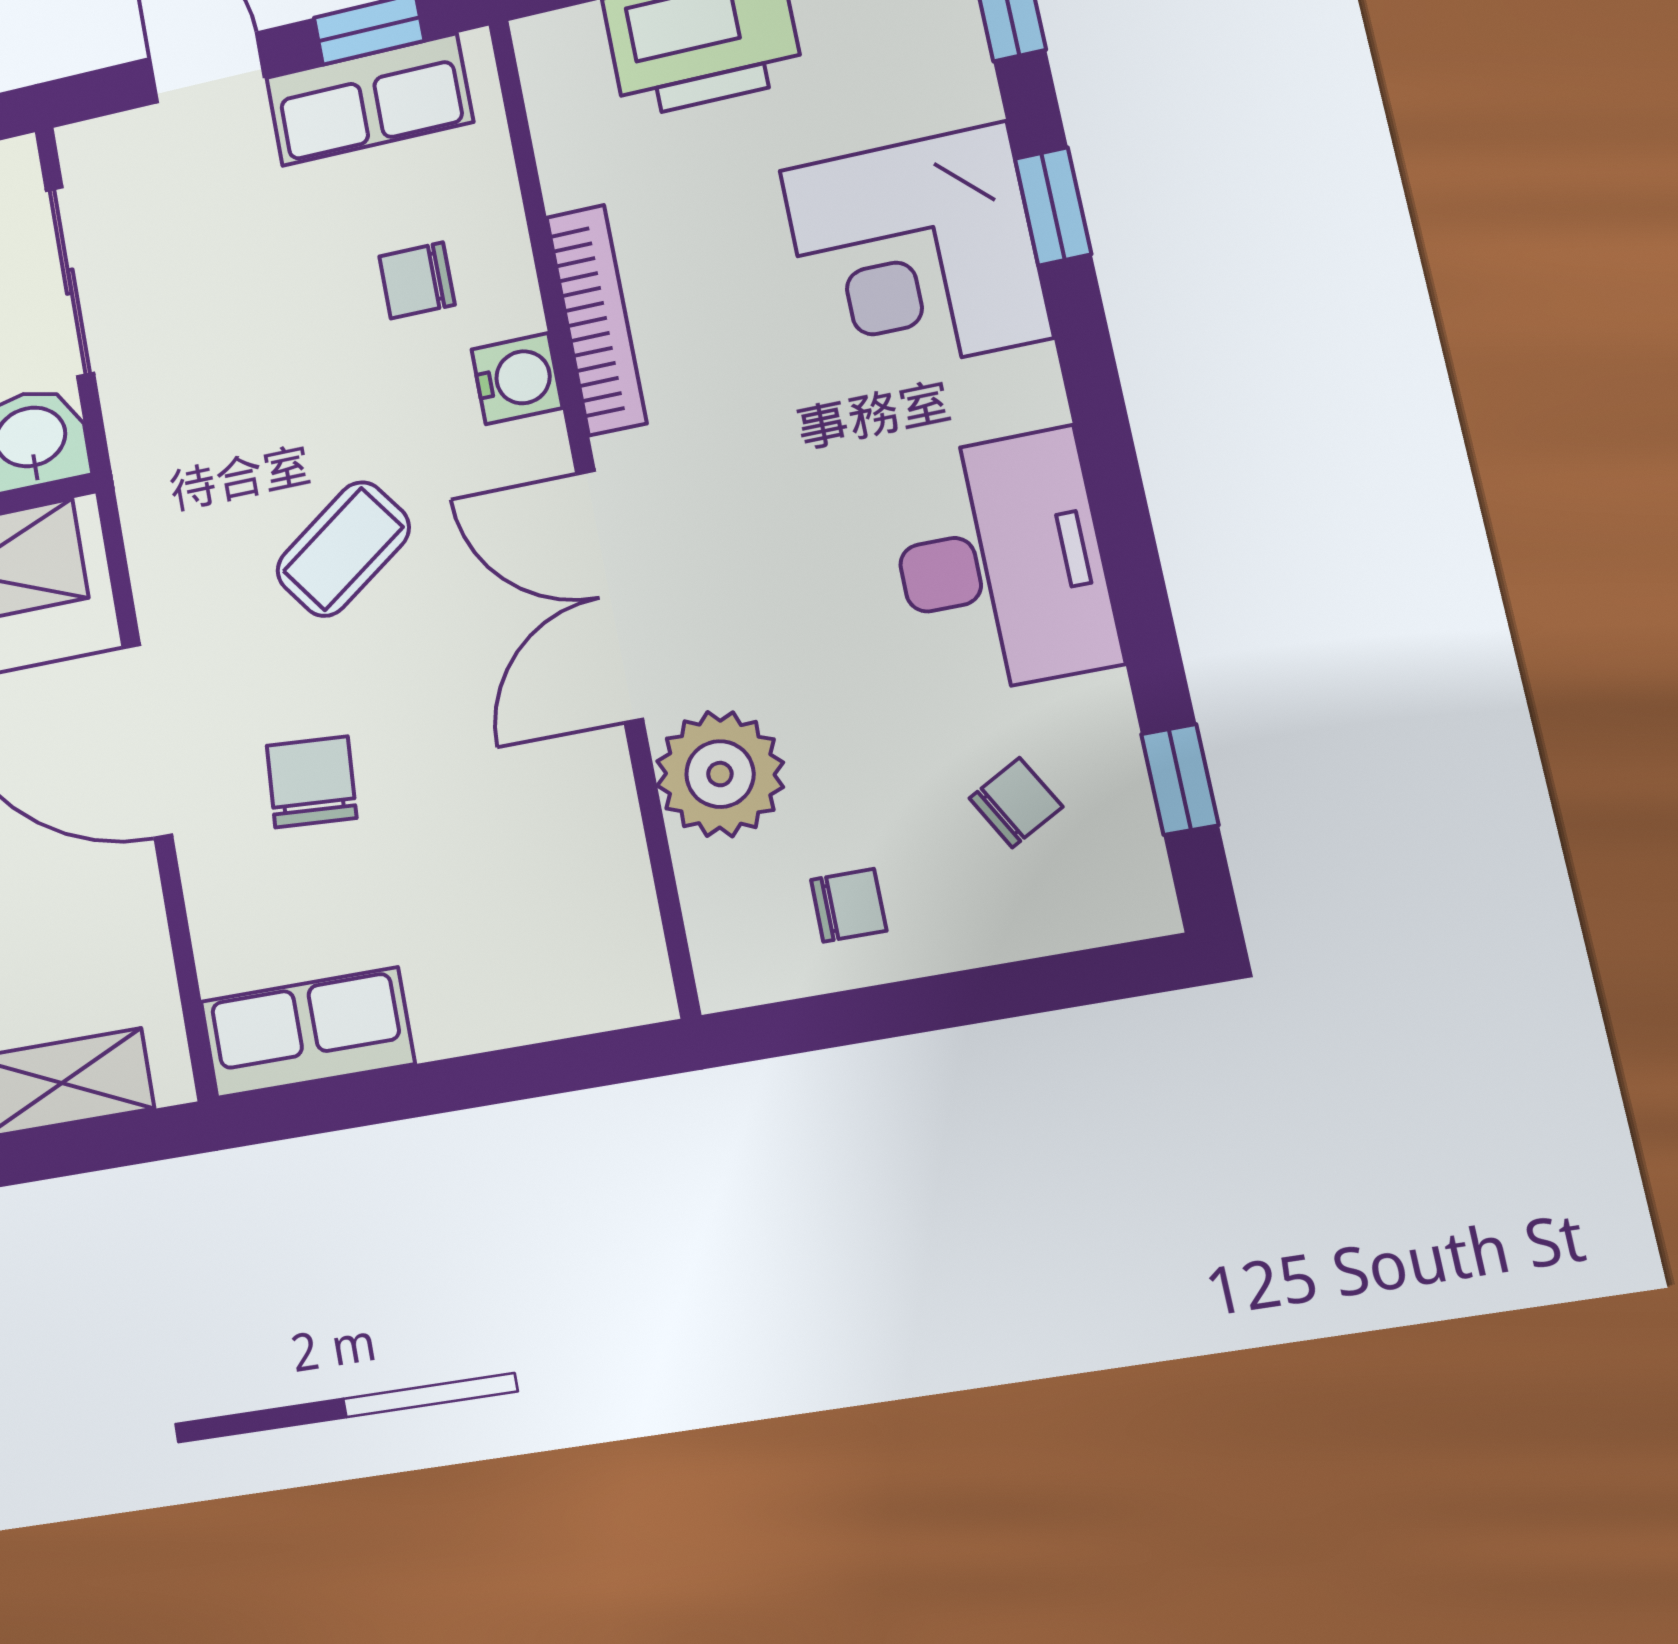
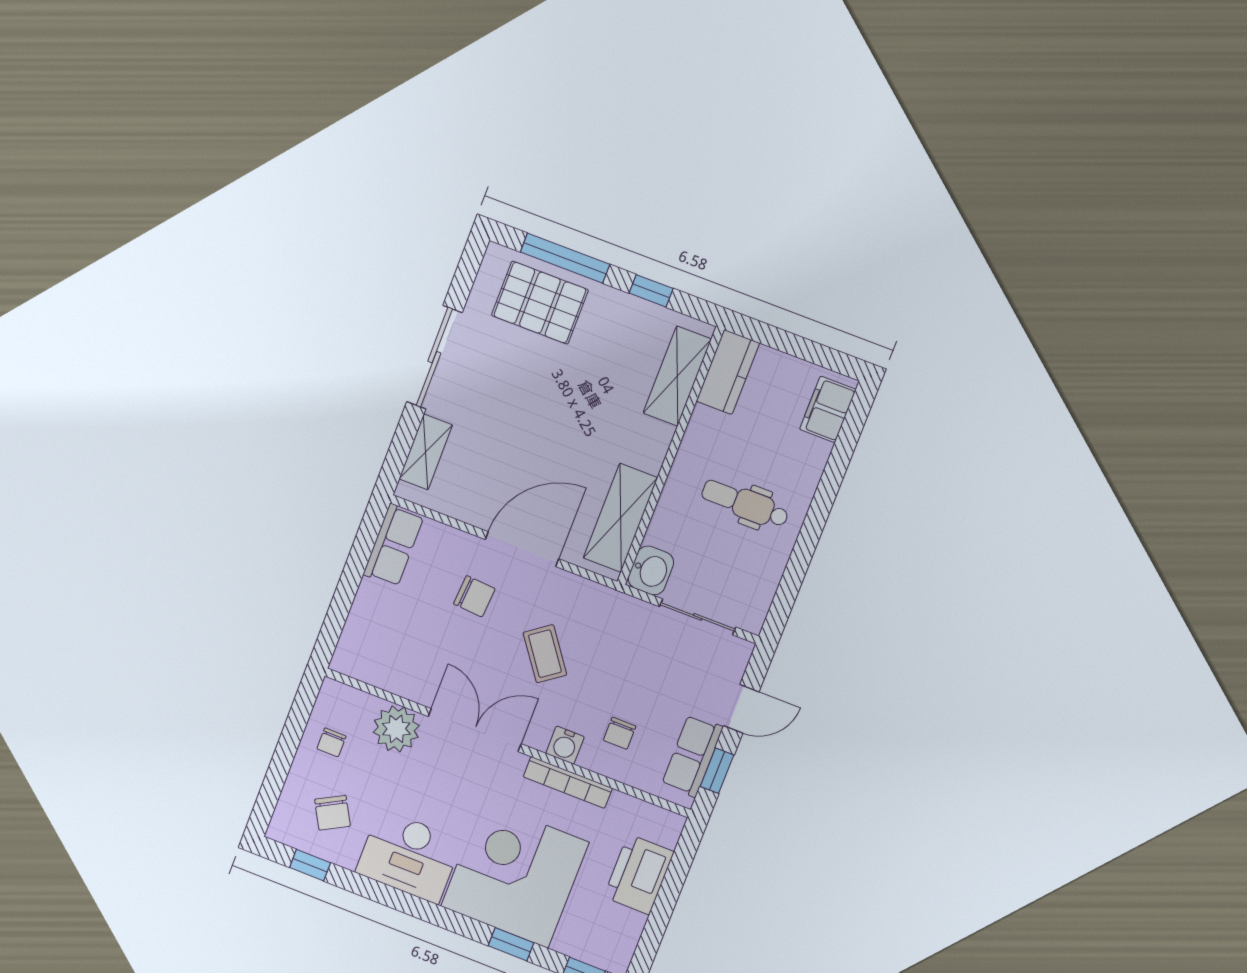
corner desk: (915, 253) -> (515, 874), width x1.36, depth x1.36
chair: (417, 280) -> (620, 733), turned 180
chair: (1016, 802) -> (332, 813), width x1.37, depth x1.37

